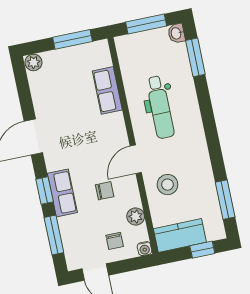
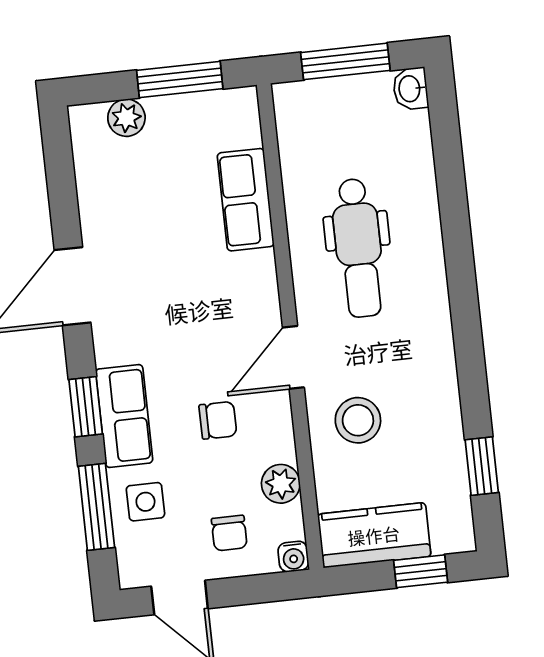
window: (195, 57) -> (447, 146), removed
plant: (33, 62) -> (126, 118), moved
window: (225, 200) -> (482, 466), width x0.67
side table: (76, 231) -> (145, 502), added

